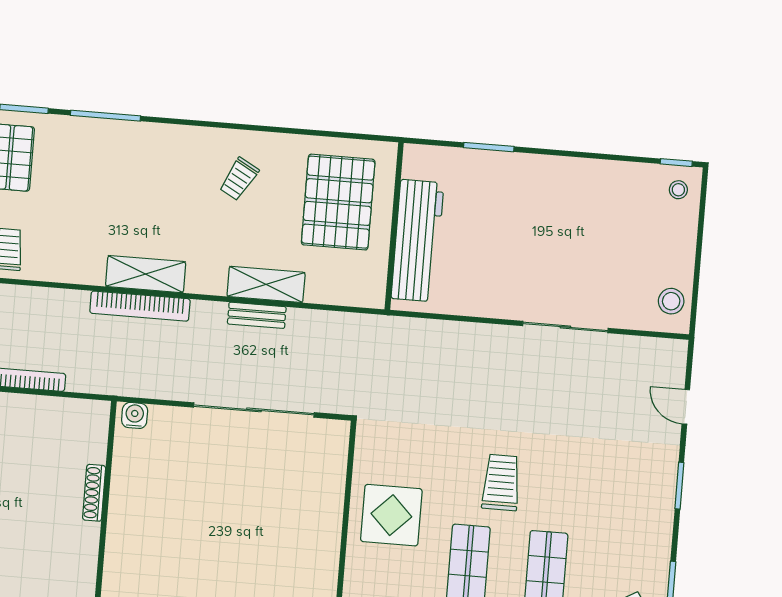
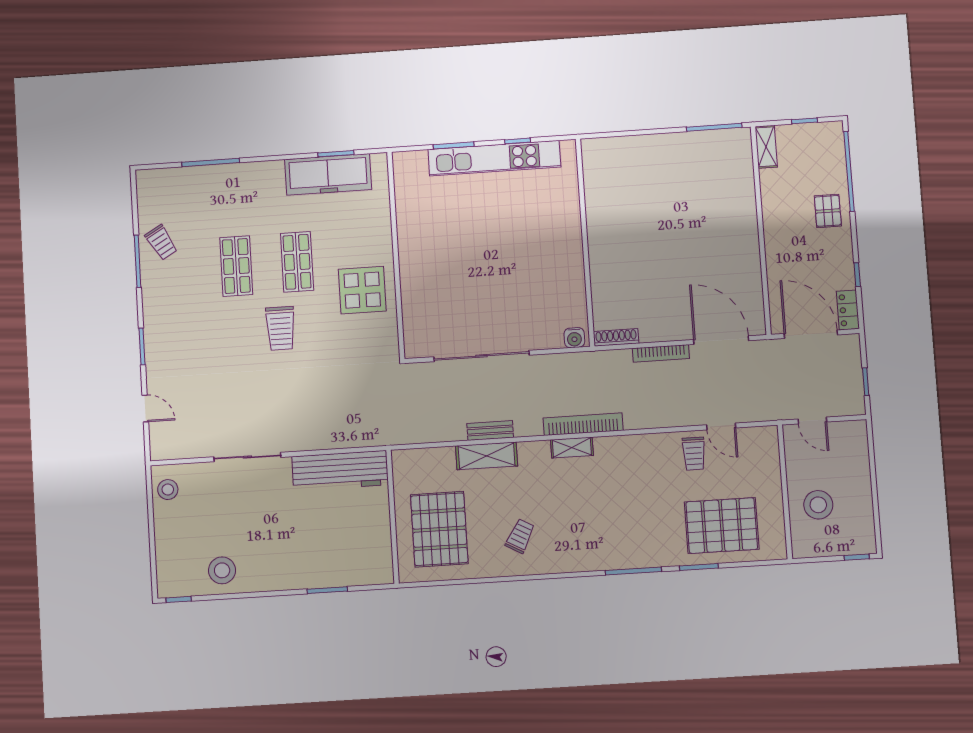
stool: (678, 190) -> (222, 570), moved, width x1.89, depth x1.89
workbench: (418, 241) -> (340, 471), moved, turned -90
shelving: (146, 274) -> (572, 448), width x0.67, depth x0.75
shoe rack: (94, 493) -> (616, 337), moved, turned -90

